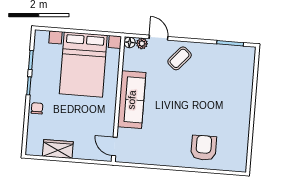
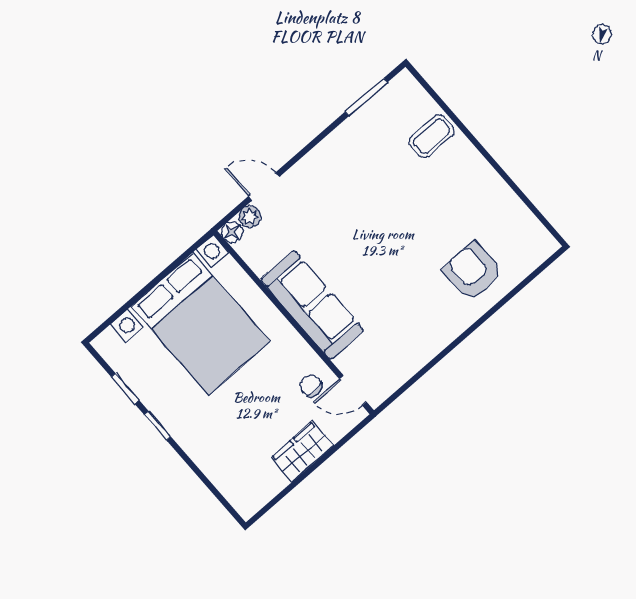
coffee table: (180, 58) -> (432, 136), moved, turned 49
chair: (37, 108) -> (311, 386), moved
wardrobe: (58, 149) -> (302, 452), moved

